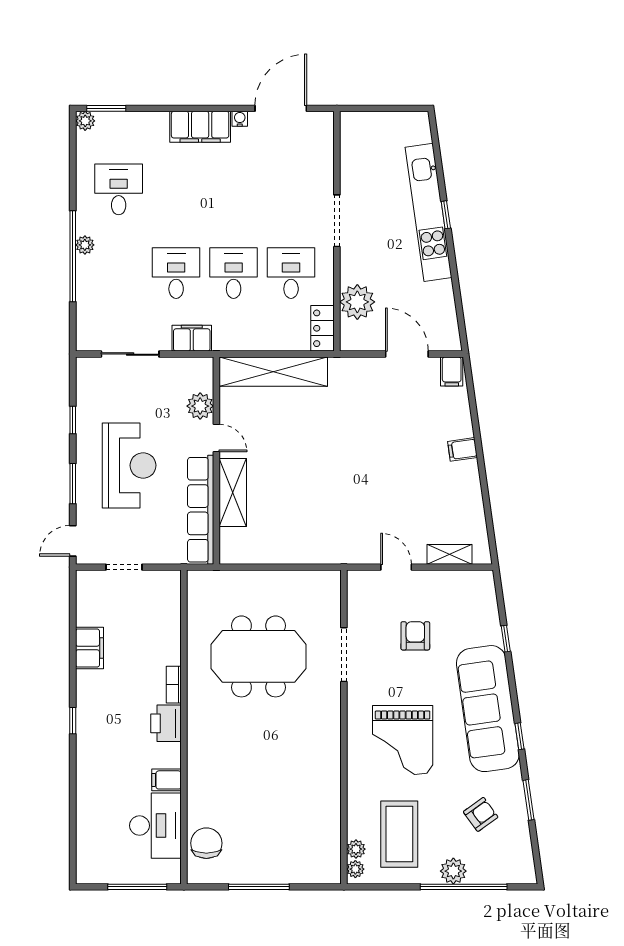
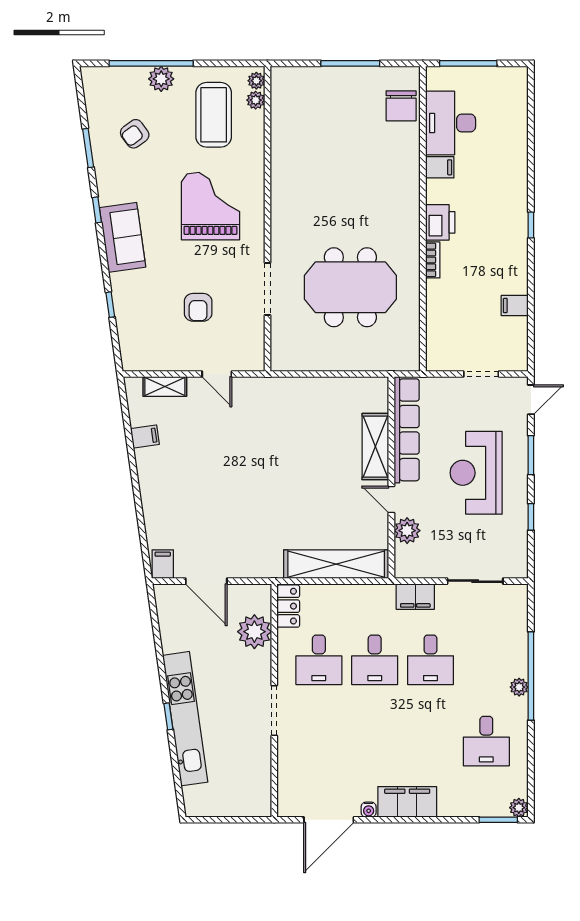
filing cabinet: (462, 449) -> (145, 437), moved
filing cabinet: (89, 648) -> (515, 306), width x0.50
sofa: (488, 709) -> (123, 237), width x0.54, depth x0.79

